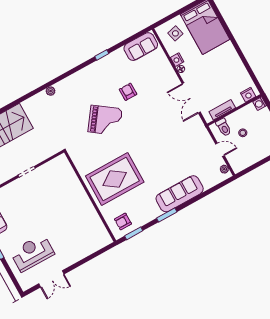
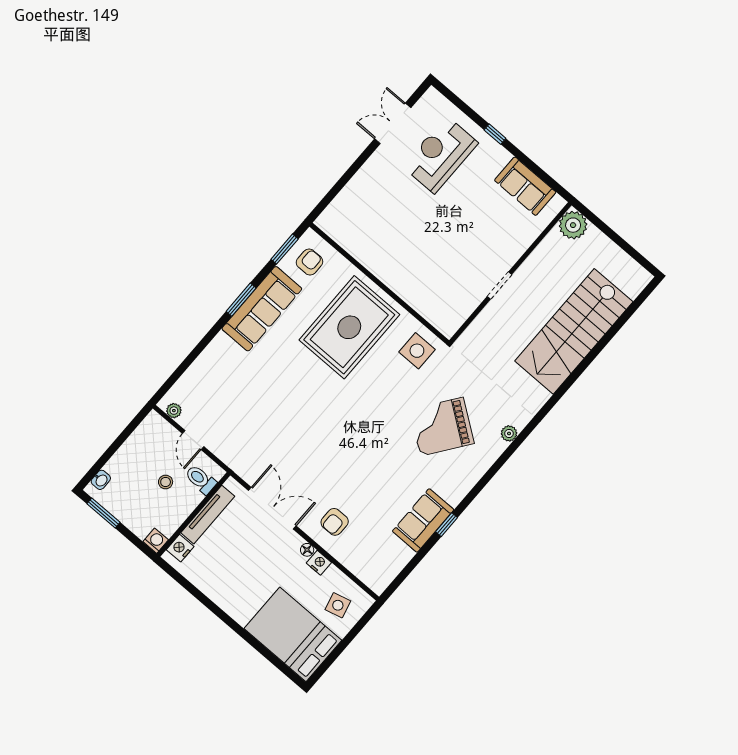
sofa: (141, 47) -> (423, 520), moved
armchair: (128, 92) -> (335, 522), moved, turned 90
tv unit: (222, 110) -> (208, 515), width x1.41
grand piano: (105, 120) -> (442, 427), moved
door: (220, 150) -> (193, 440), hinge flipped
side table: (83, 153) -> (417, 351), added
sofa: (180, 194) -> (262, 309), moved
reception desk: (32, 253) -> (440, 155), turned 180

